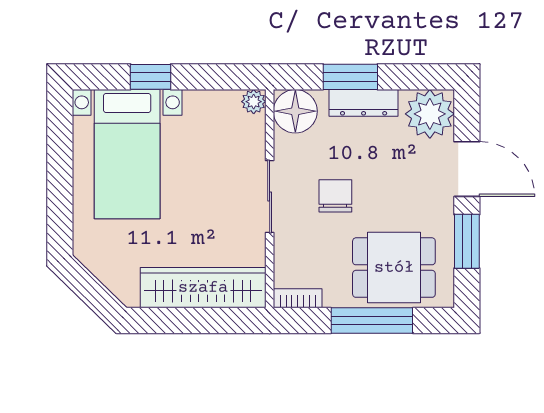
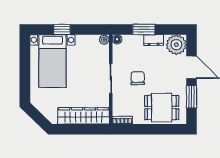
dresser: (364, 103) -> (154, 40), width x0.70
floor lamp: (295, 111) -> (117, 39), width x0.53, depth x0.53
window: (372, 321) -> (153, 129), removed

